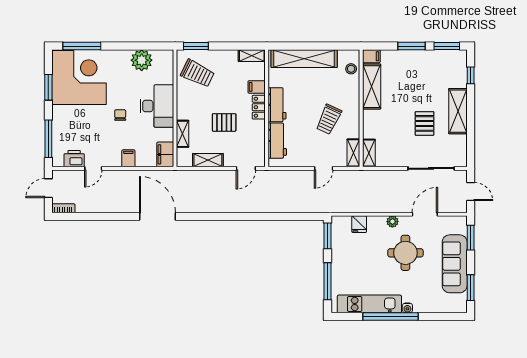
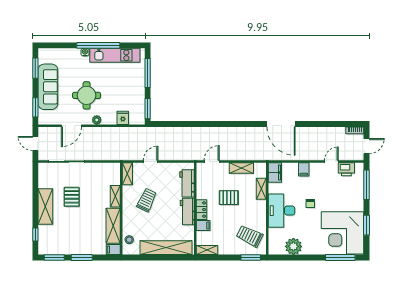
shelving: (369, 153) -> (115, 196), moved

